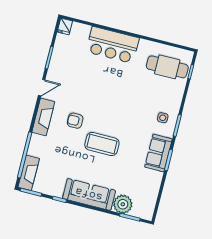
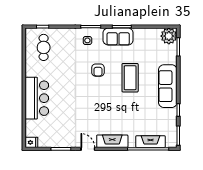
cafe table: (167, 67) -> (44, 47), width x0.73, depth x0.74
armchair: (75, 121) -> (98, 70), moved
coffee table: (102, 144) -> (130, 78), moved
fireplace: (29, 173) -> (151, 142), moved
plant: (123, 204) -> (169, 36), moved

